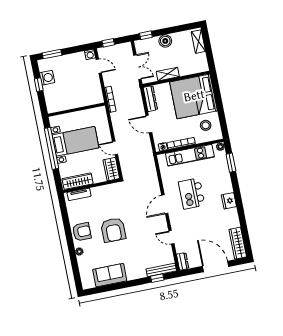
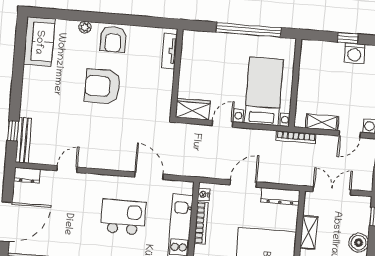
double door: (137, 67) -> (332, 191), swing flipped
shelving: (96, 86) -> (322, 122), added
bed with nightstands: (75, 141) -> (264, 91), moved, turned 180
wardrobe: (78, 181) -> (189, 54), removed
door: (165, 204) -> (149, 176), moved
sofa: (110, 275) -> (39, 42), moved

